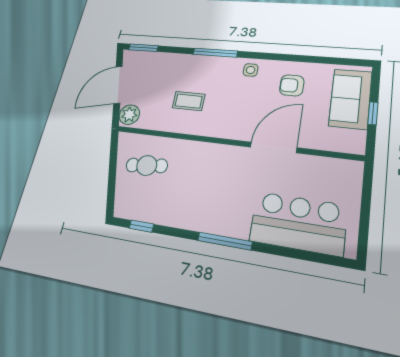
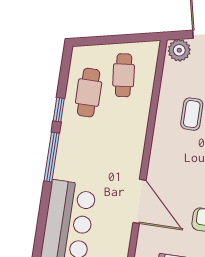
cafe table: (160, 200) -> (89, 93), added
window: (141, 226) -> (59, 110), moved

